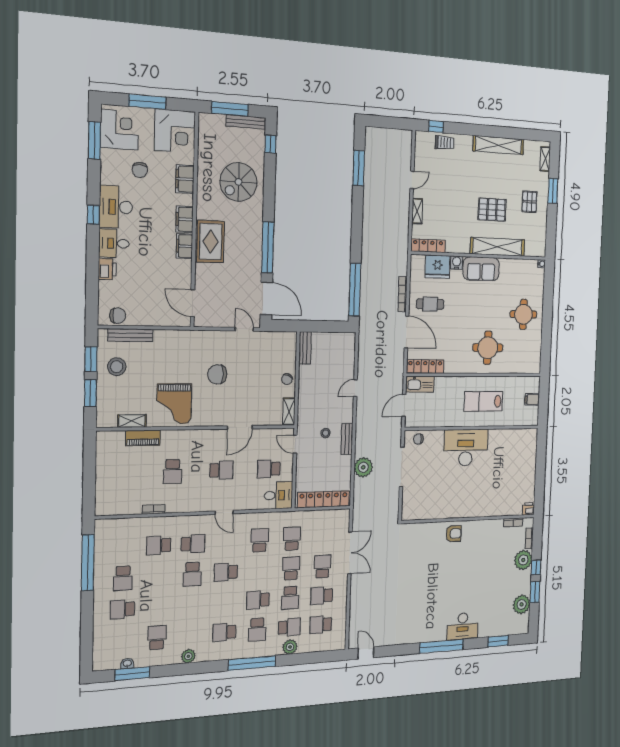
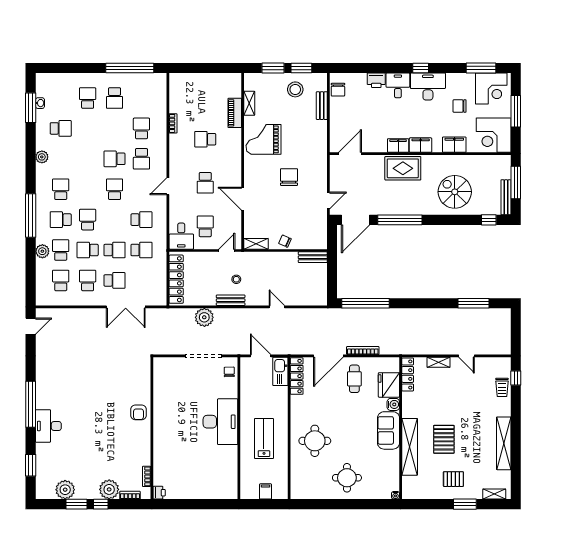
bench: (130, 335) -> (322, 106), width x0.73
school desk: (123, 578) -> (115, 98), turned -90
school desk: (289, 627) -> (61, 250), turned 180

